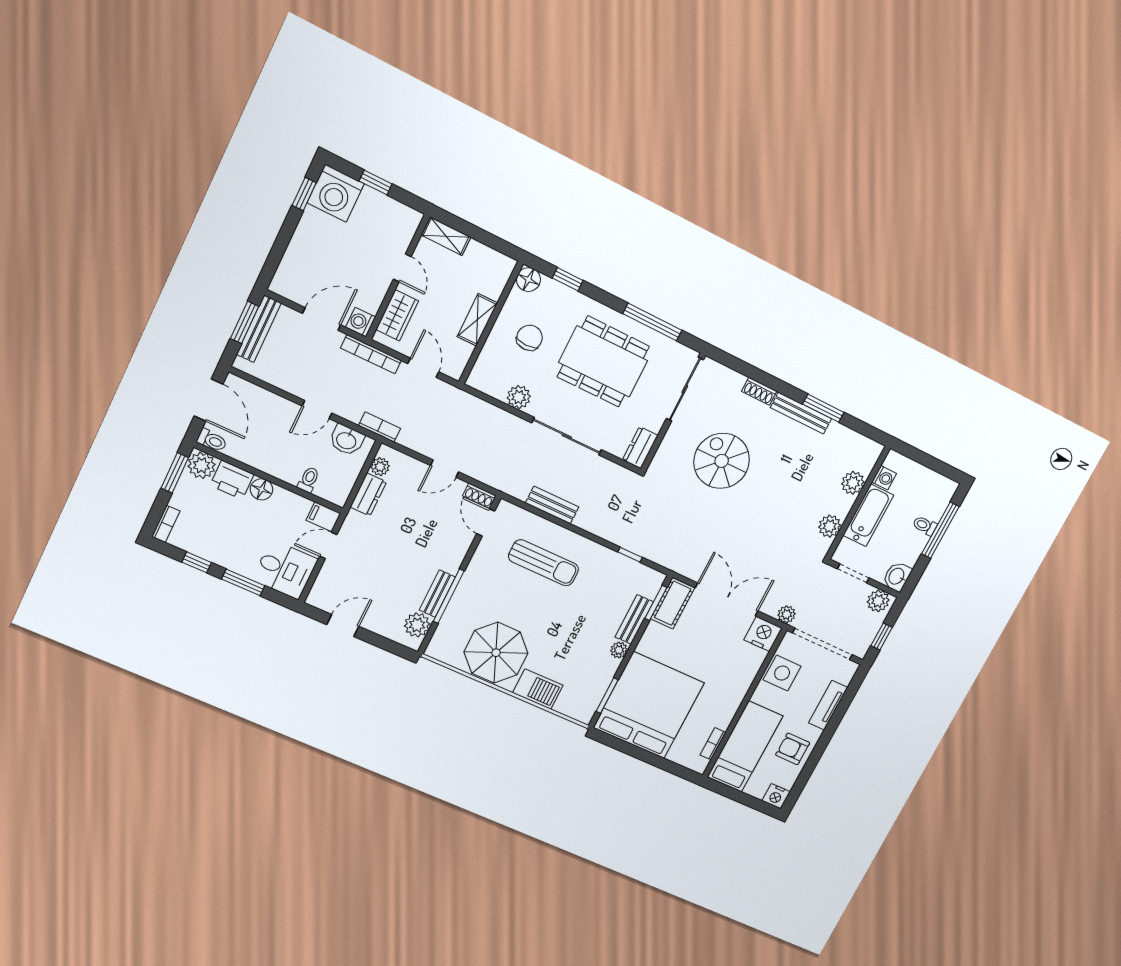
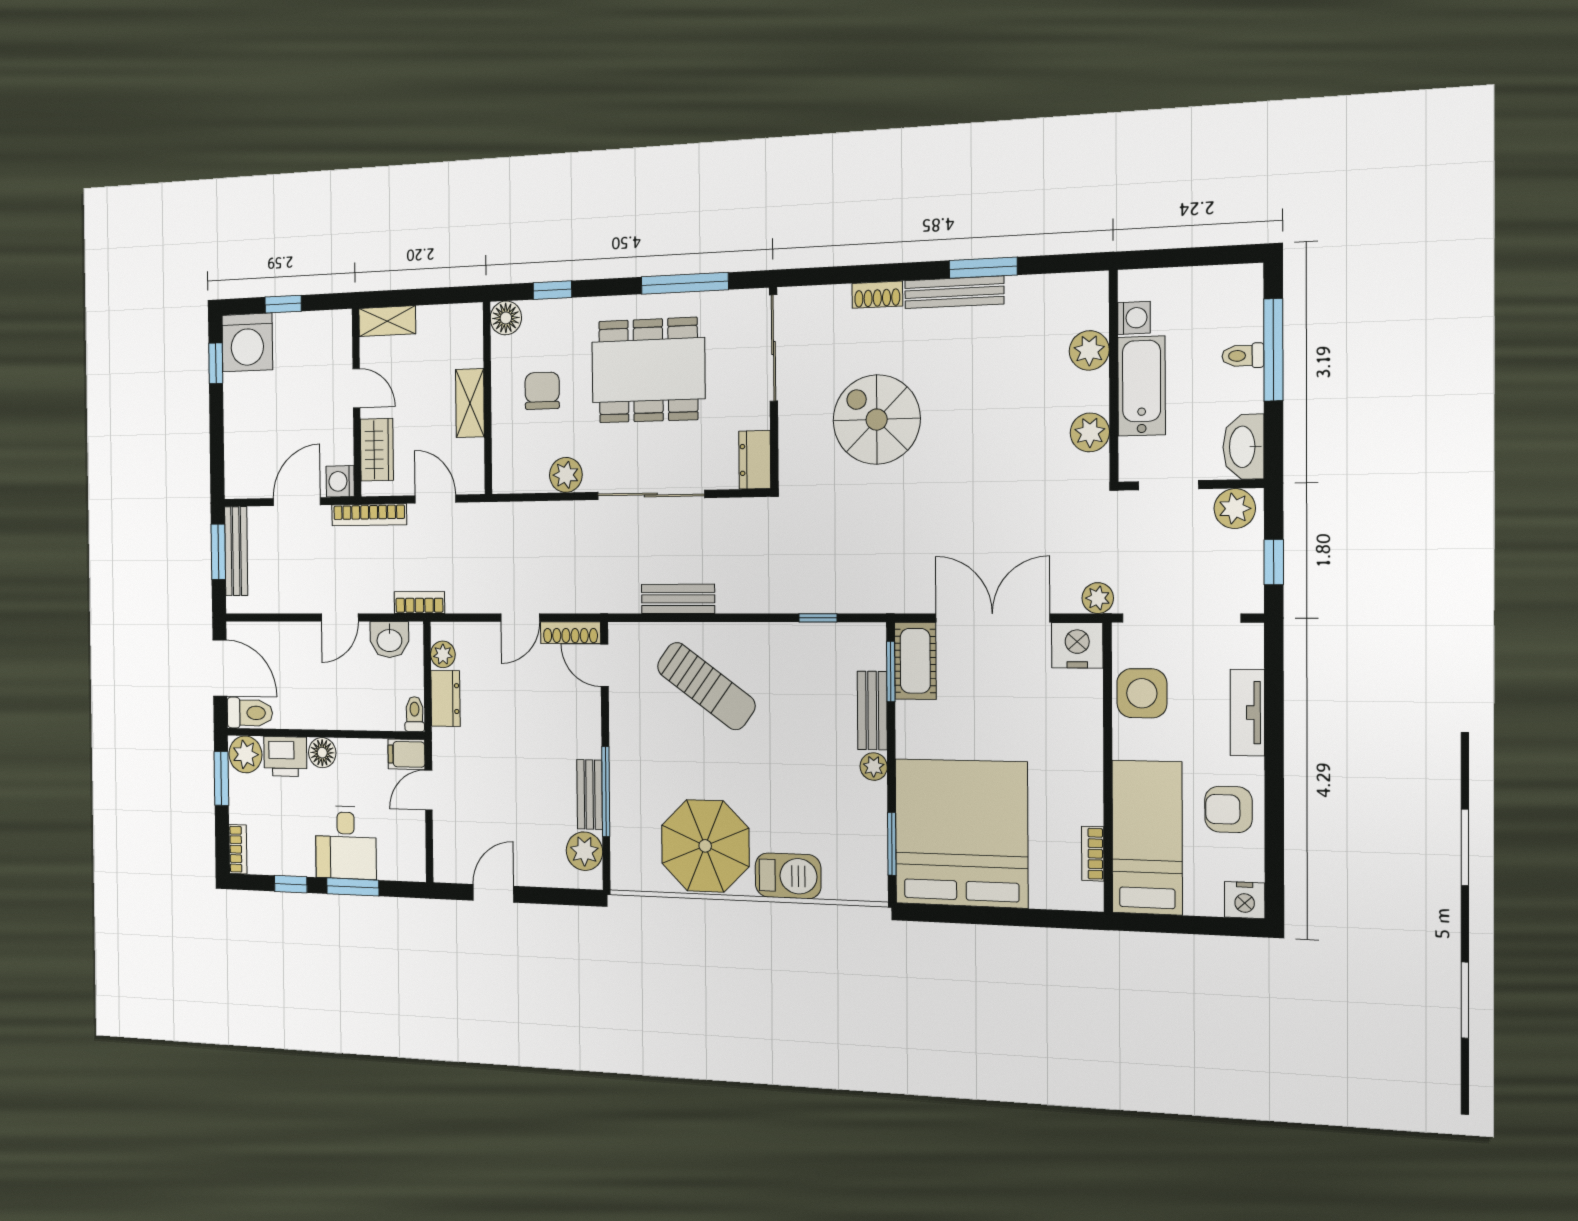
toilet: (212, 440) -> (250, 713), width x1.37, depth x1.39
toilet: (309, 480) -> (415, 714), moved
shoe rack: (479, 496) -> (570, 633), width x1.43
sun lounger: (544, 563) -> (706, 686), turned 36
desk: (285, 570) -> (346, 843), moved, turned 90
washbasin: (897, 576) -> (1243, 447), width x1.38

